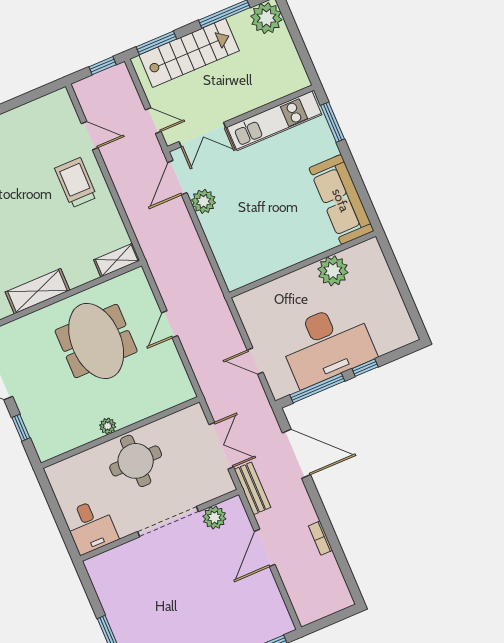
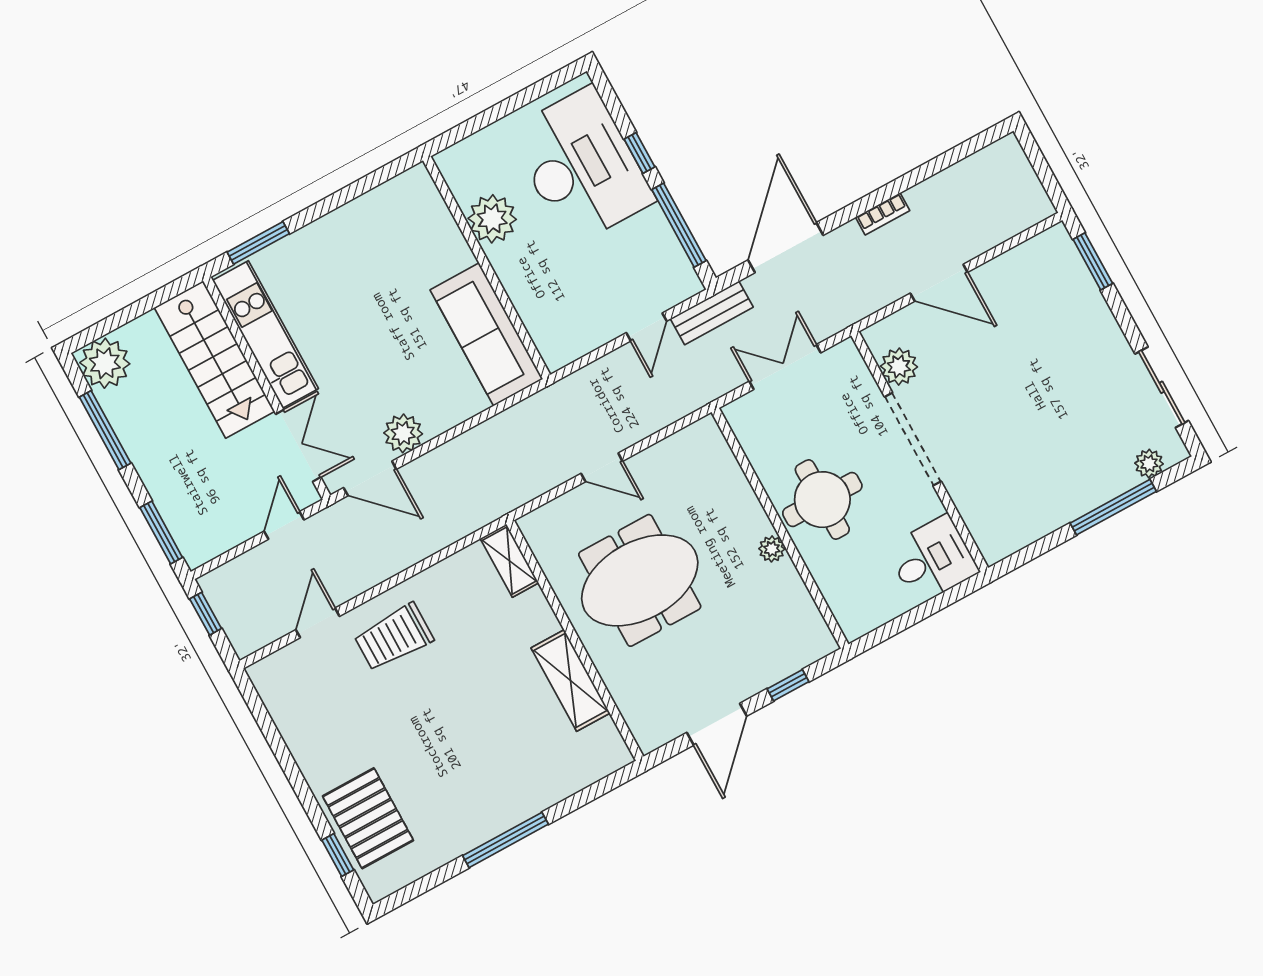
stairs: (189, 53) -> (214, 359), moved, turned 180
sofa: (341, 200) -> (486, 334), moved, turned 90
desk: (327, 345) -> (581, 166), moved
bench: (252, 488) -> (712, 313), moved
bookcase: (320, 538) -> (883, 214), moved

